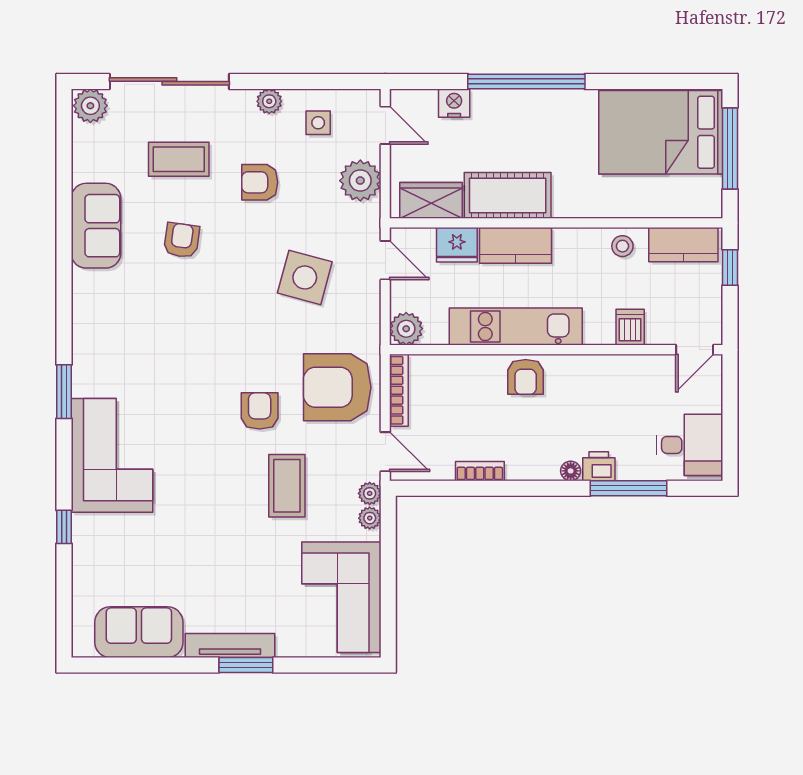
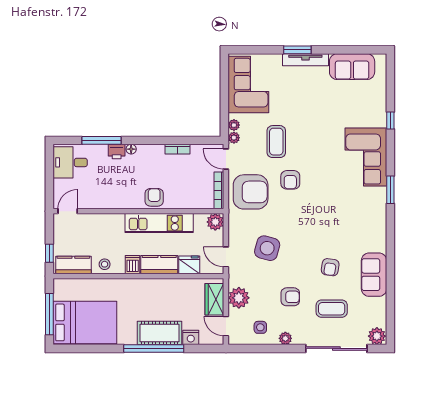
cot: (508, 195) -> (160, 333), moved
wardrobe: (431, 200) -> (214, 299), moved, turned 90
dishwasher: (630, 327) -> (133, 265), moved, turned 180

